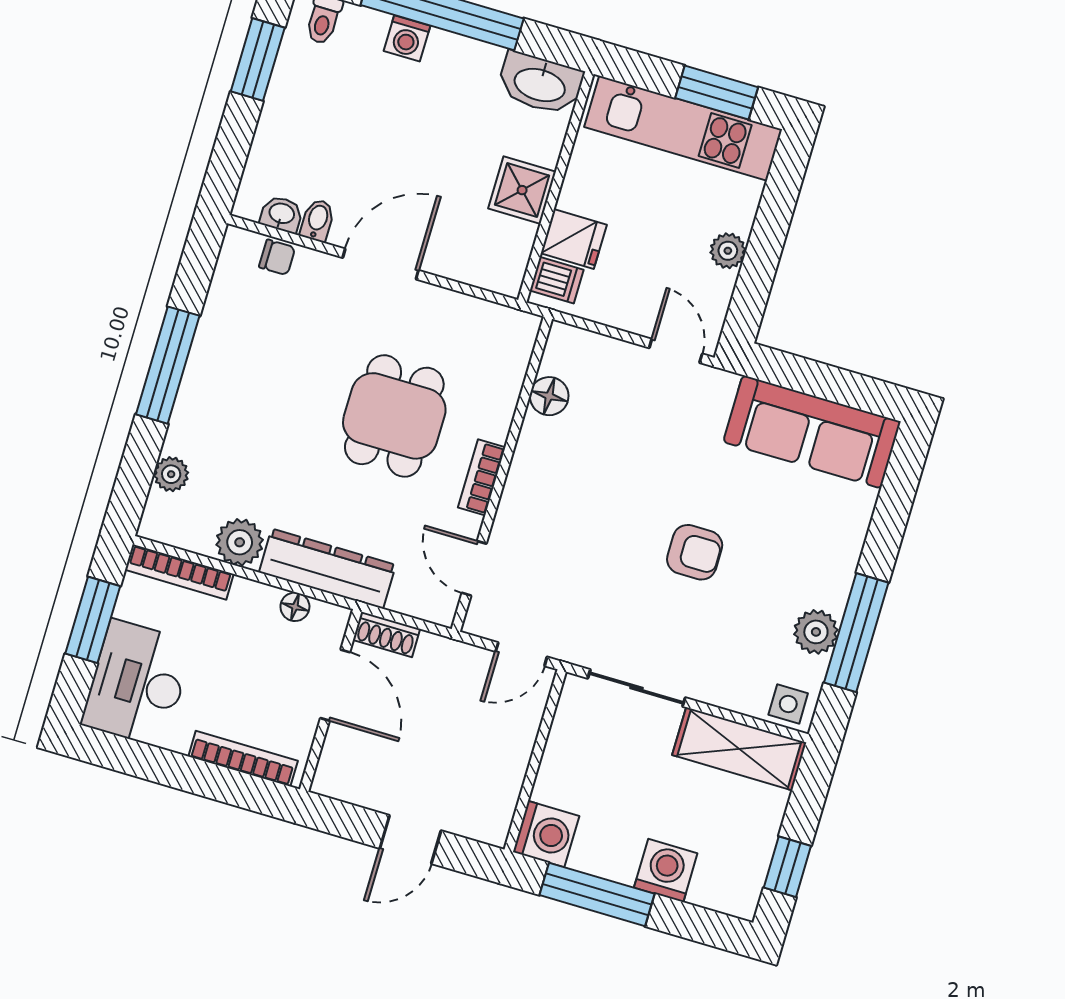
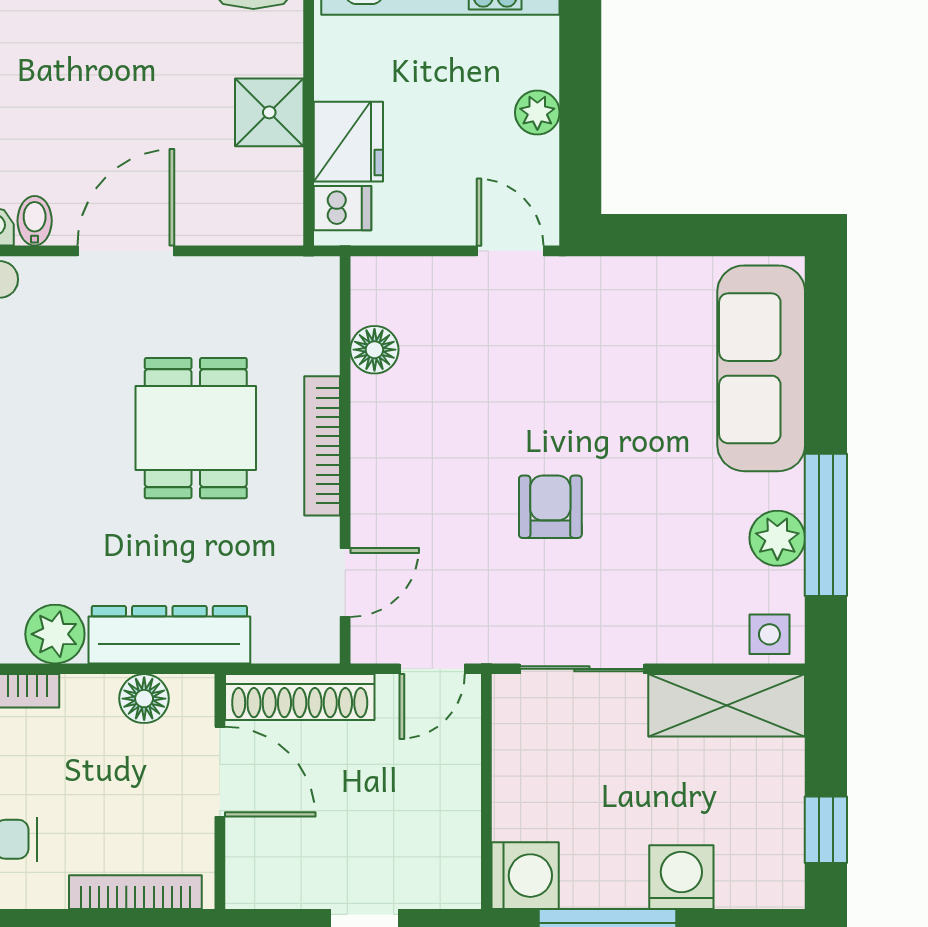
fridge: (574, 239) -> (348, 142), width x1.38
sofa: (812, 432) -> (761, 368), moved, turned 90
bookcase: (482, 477) -> (322, 446), width x1.56
armchair: (695, 552) -> (550, 507), moved, turned -90
door: (474, 568) -> (345, 583), swing flipped
floor lamp: (295, 607) -> (144, 699), width x1.37, depth x1.37
shoe rack: (386, 634) -> (300, 697), width x1.94, depth x1.24

